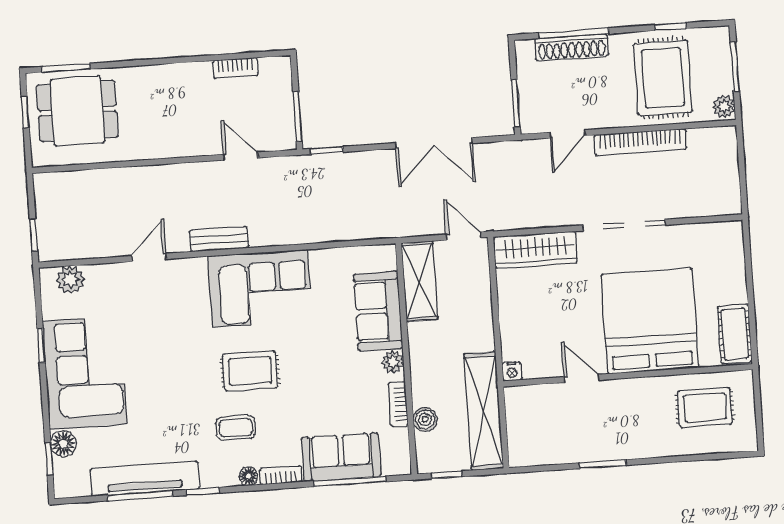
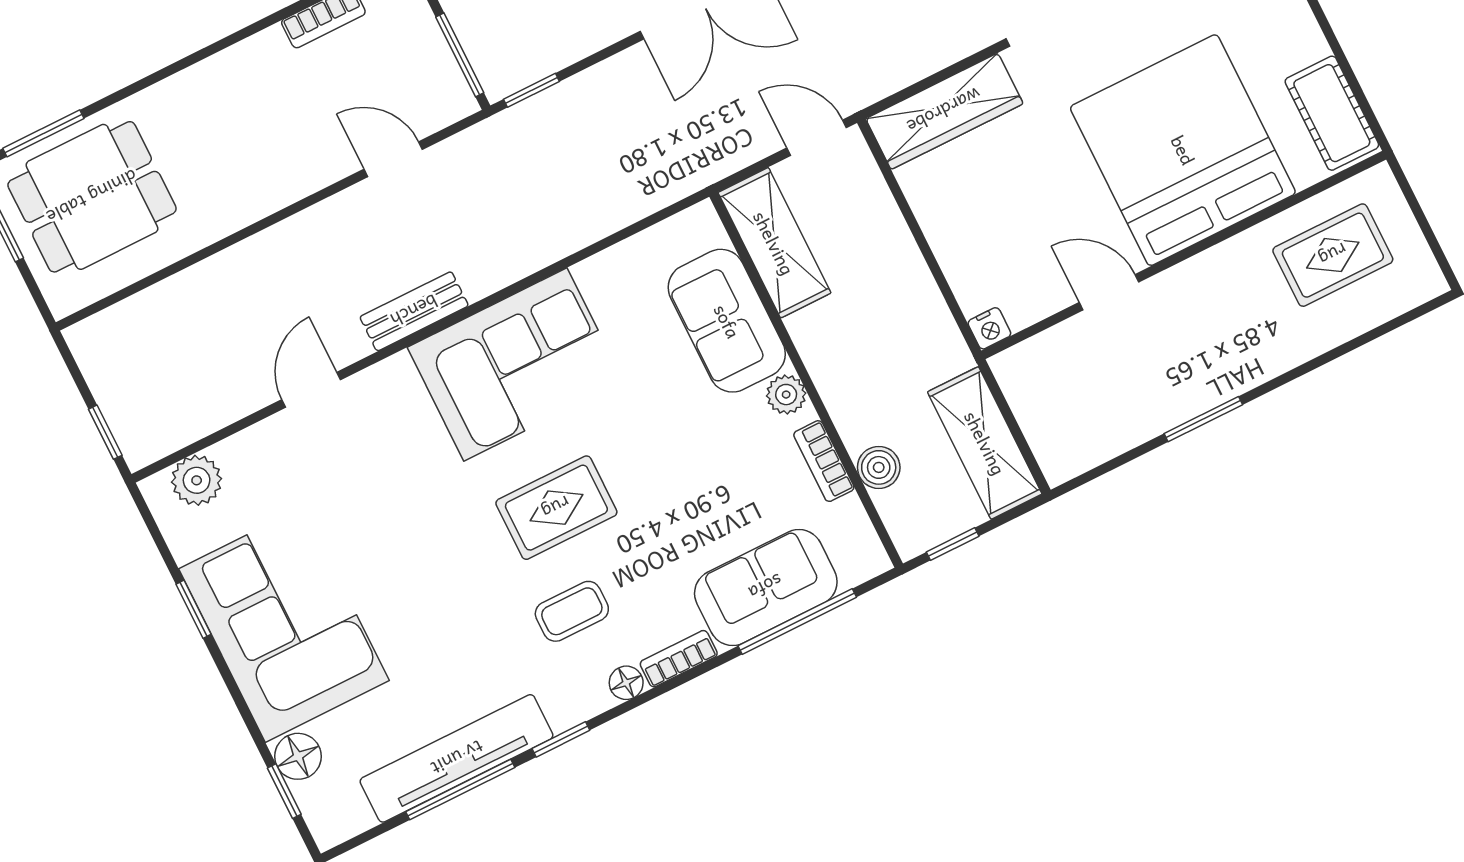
shelving: (484, 411) -> (985, 443), width x0.68

